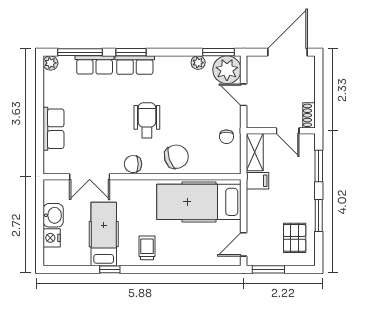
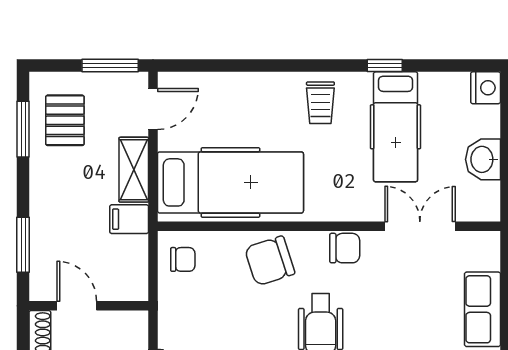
chair: (226, 137) -> (183, 259), moved, turned 90
shelving: (255, 152) -> (134, 170), moved
window: (319, 216) -> (23, 129), moved
nightstand: (52, 238) -> (486, 88), moved

